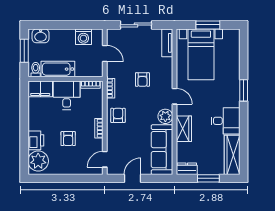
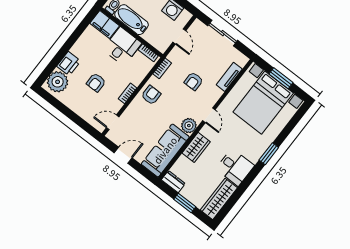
tv unit: (167, 43) -> (229, 77), moved
bed with nightstands: (201, 54) -> (263, 103), width x1.36

